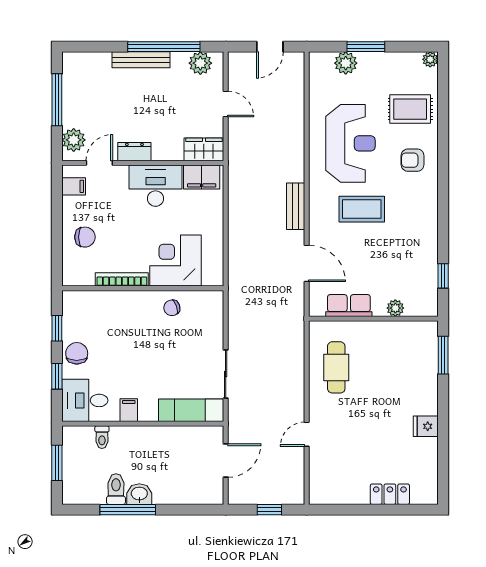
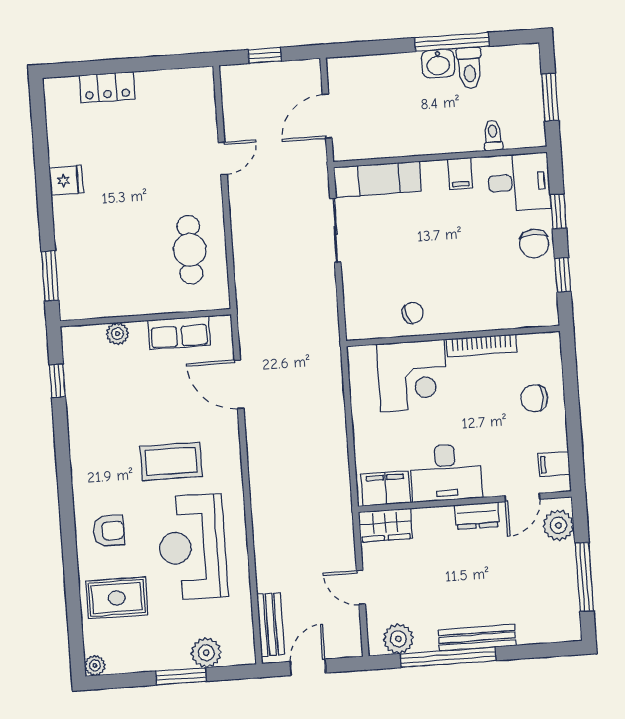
bench: (296, 206) -> (271, 625), moved

